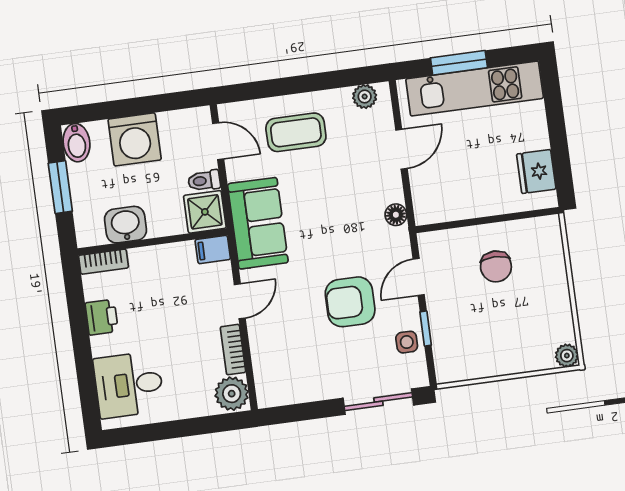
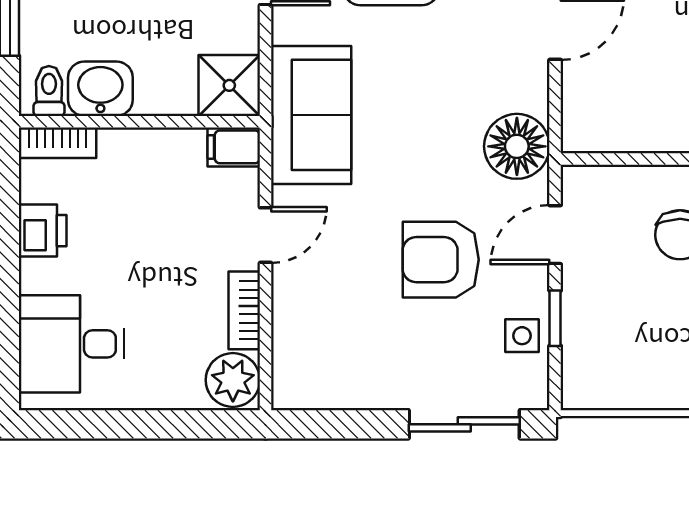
toilet: (204, 181) -> (49, 91), moved, turned 90
floor lamp: (396, 215) -> (517, 146), width x1.89, depth x1.89

